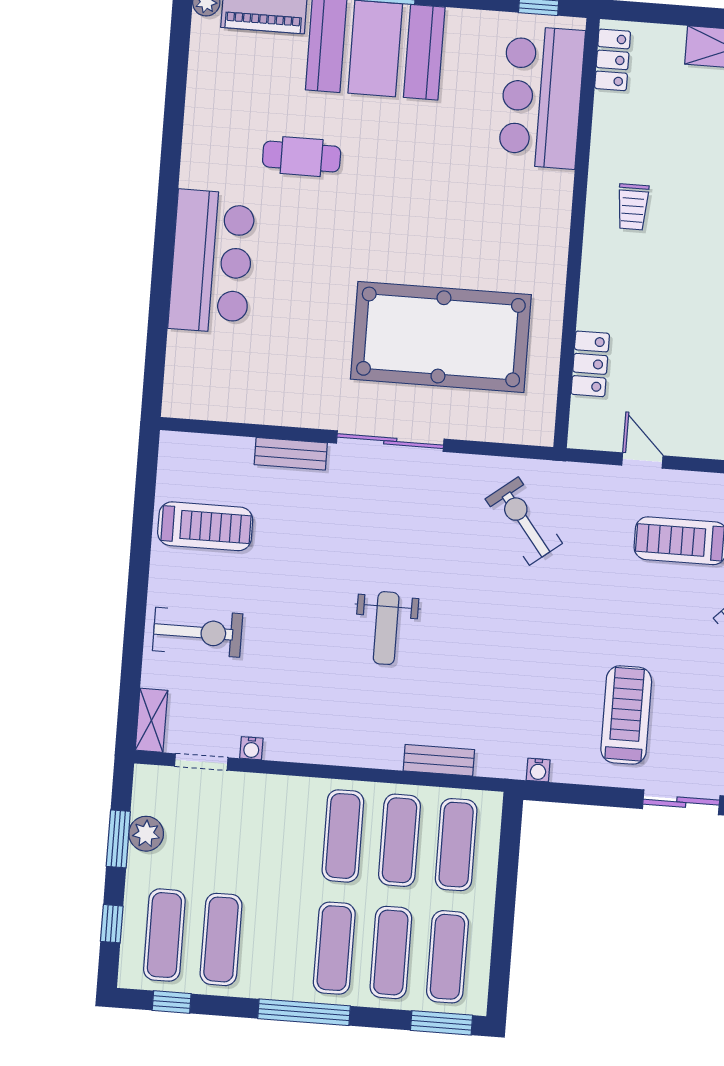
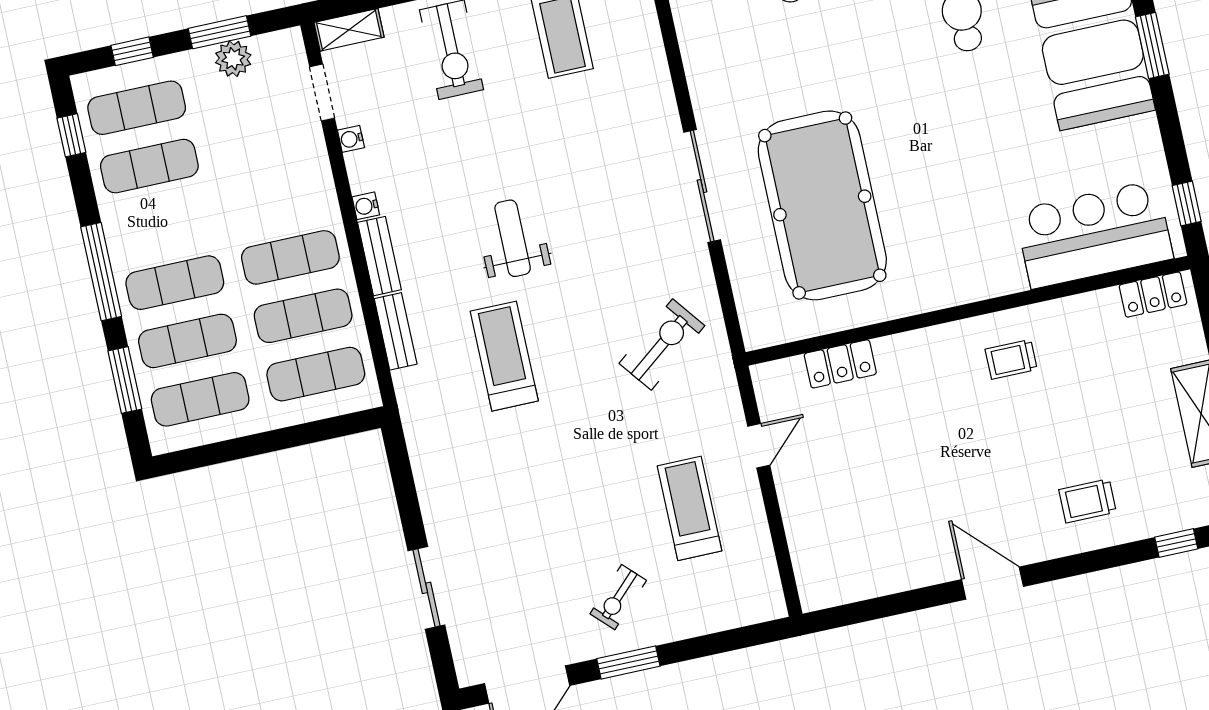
bench: (291, 454) -> (379, 256), moved
weight bench: (386, 628) -> (513, 238), turned 90
treadmill: (626, 715) -> (504, 356), moved, turned -90
water cooler: (538, 770) -> (366, 206), moved
window: (441, 1023) -> (125, 380), moved

